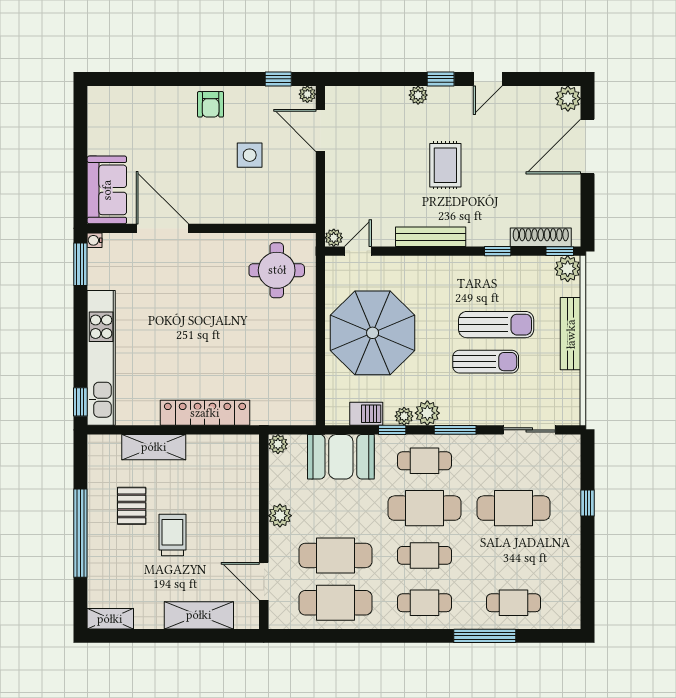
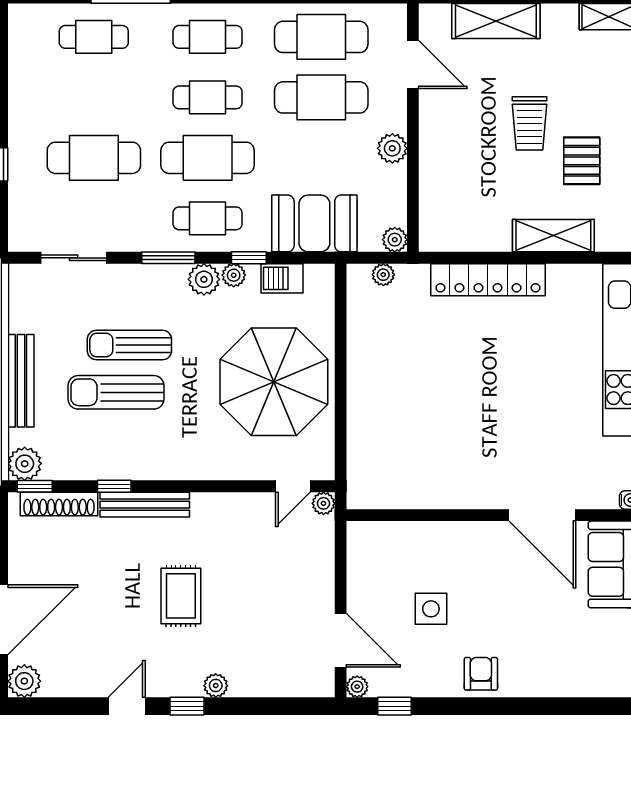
bench: (431, 237) -> (145, 505), moved
round table: (277, 270) -> (396, 462), removed
plant: (287, 417) -> (383, 275), added

